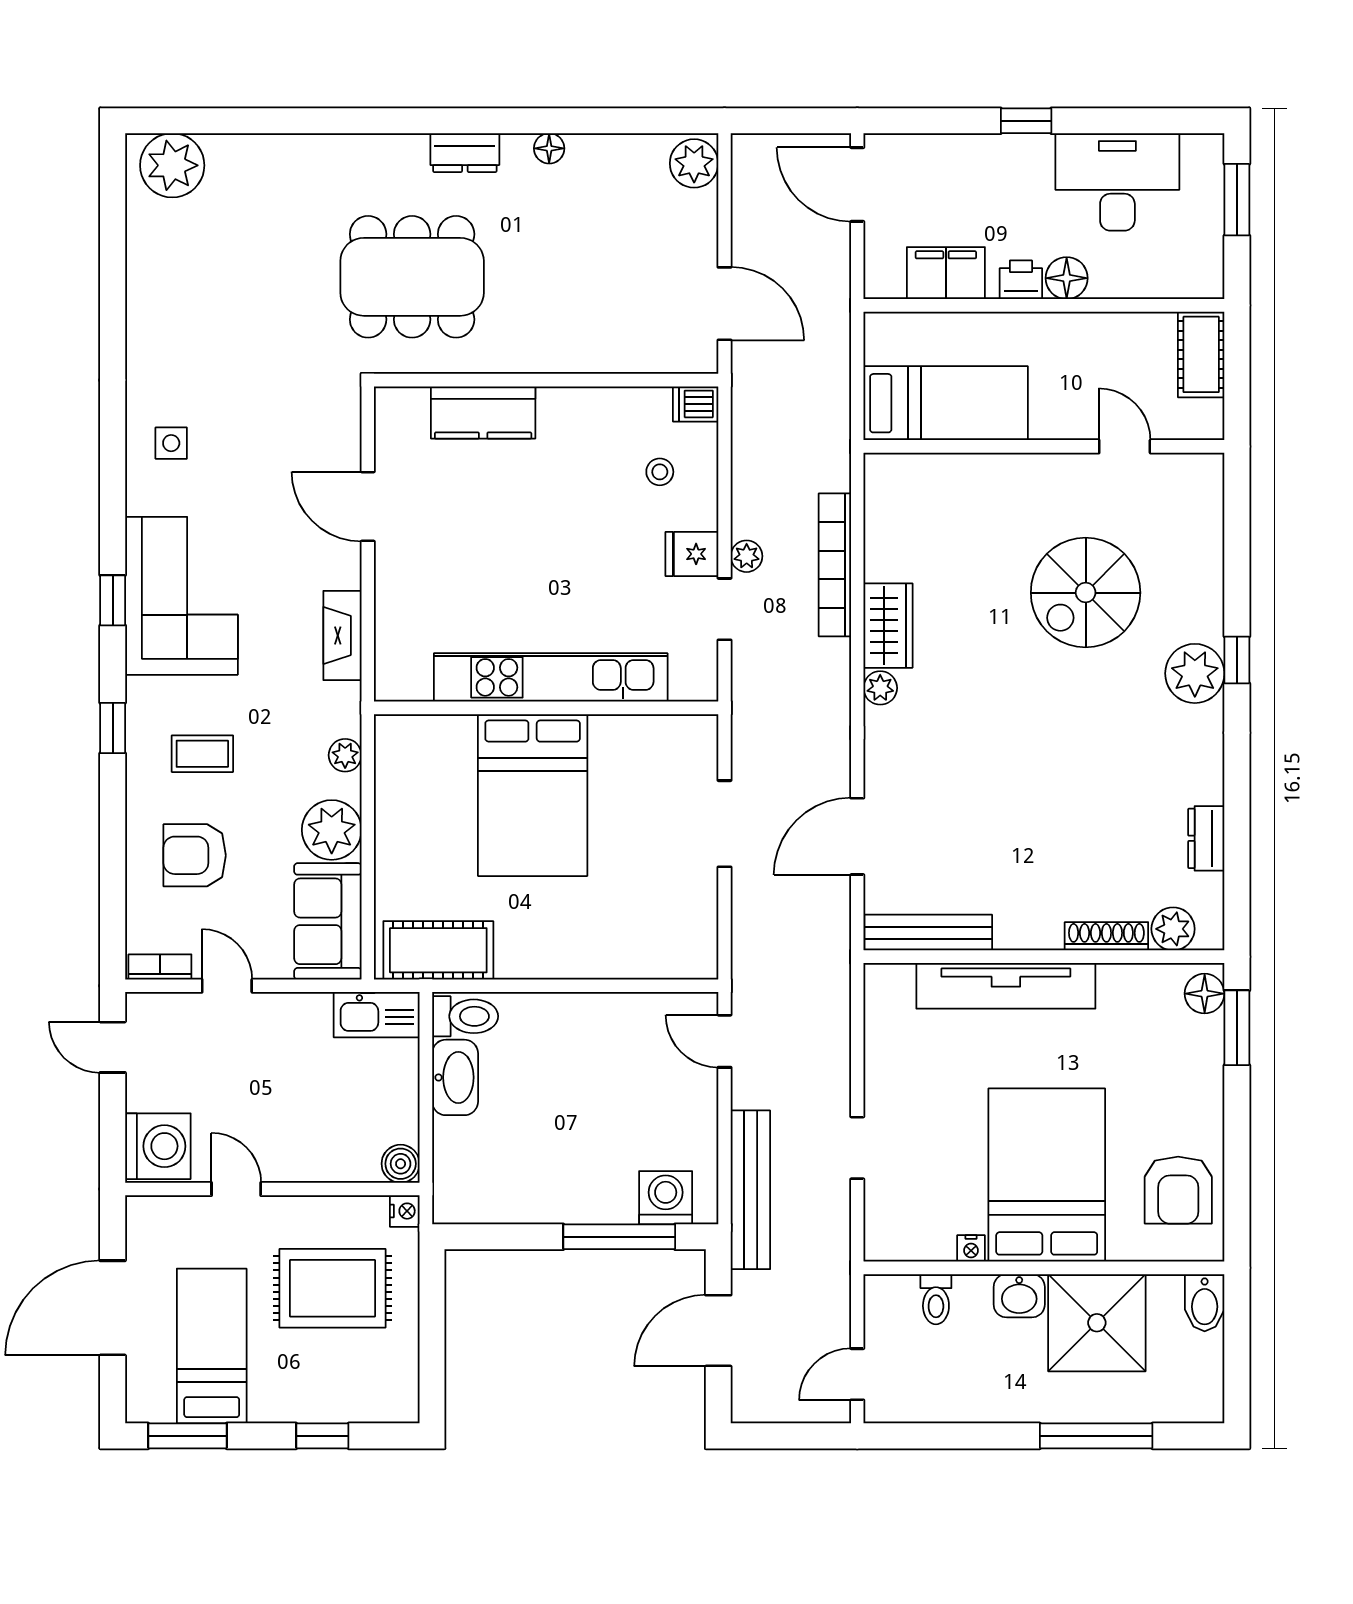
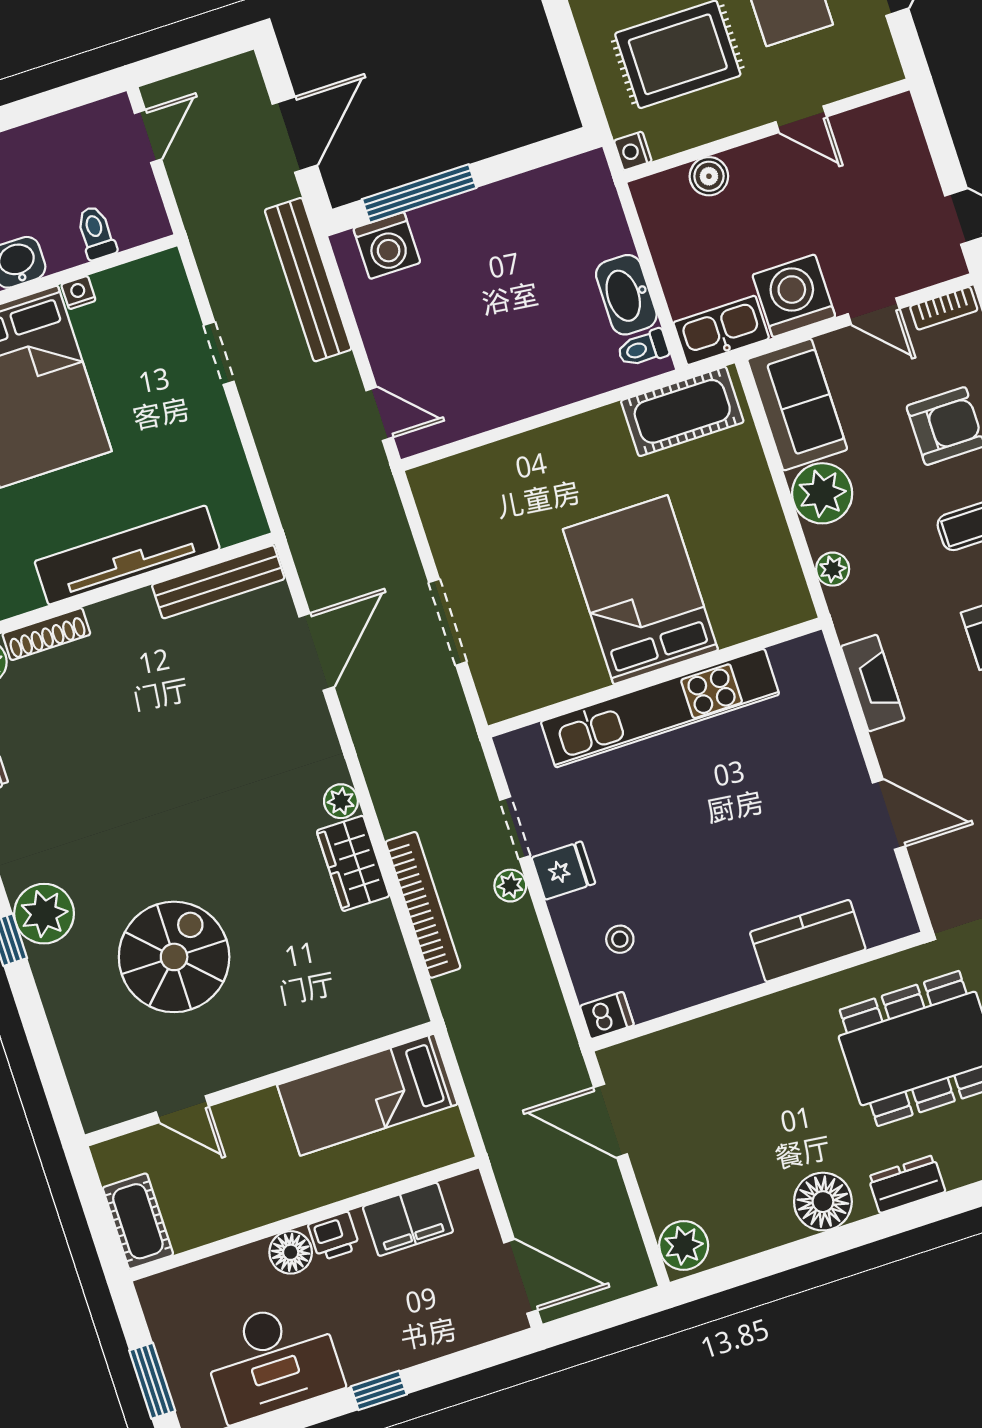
floor lamp: (549, 148) -> (823, 1202), width x1.89, depth x1.89
toilet: (465, 1016) -> (643, 348), width x0.73, depth x0.72
washing machine: (158, 1146) -> (794, 296), moved, turned 90
boiler: (401, 1164) -> (709, 176), moved

